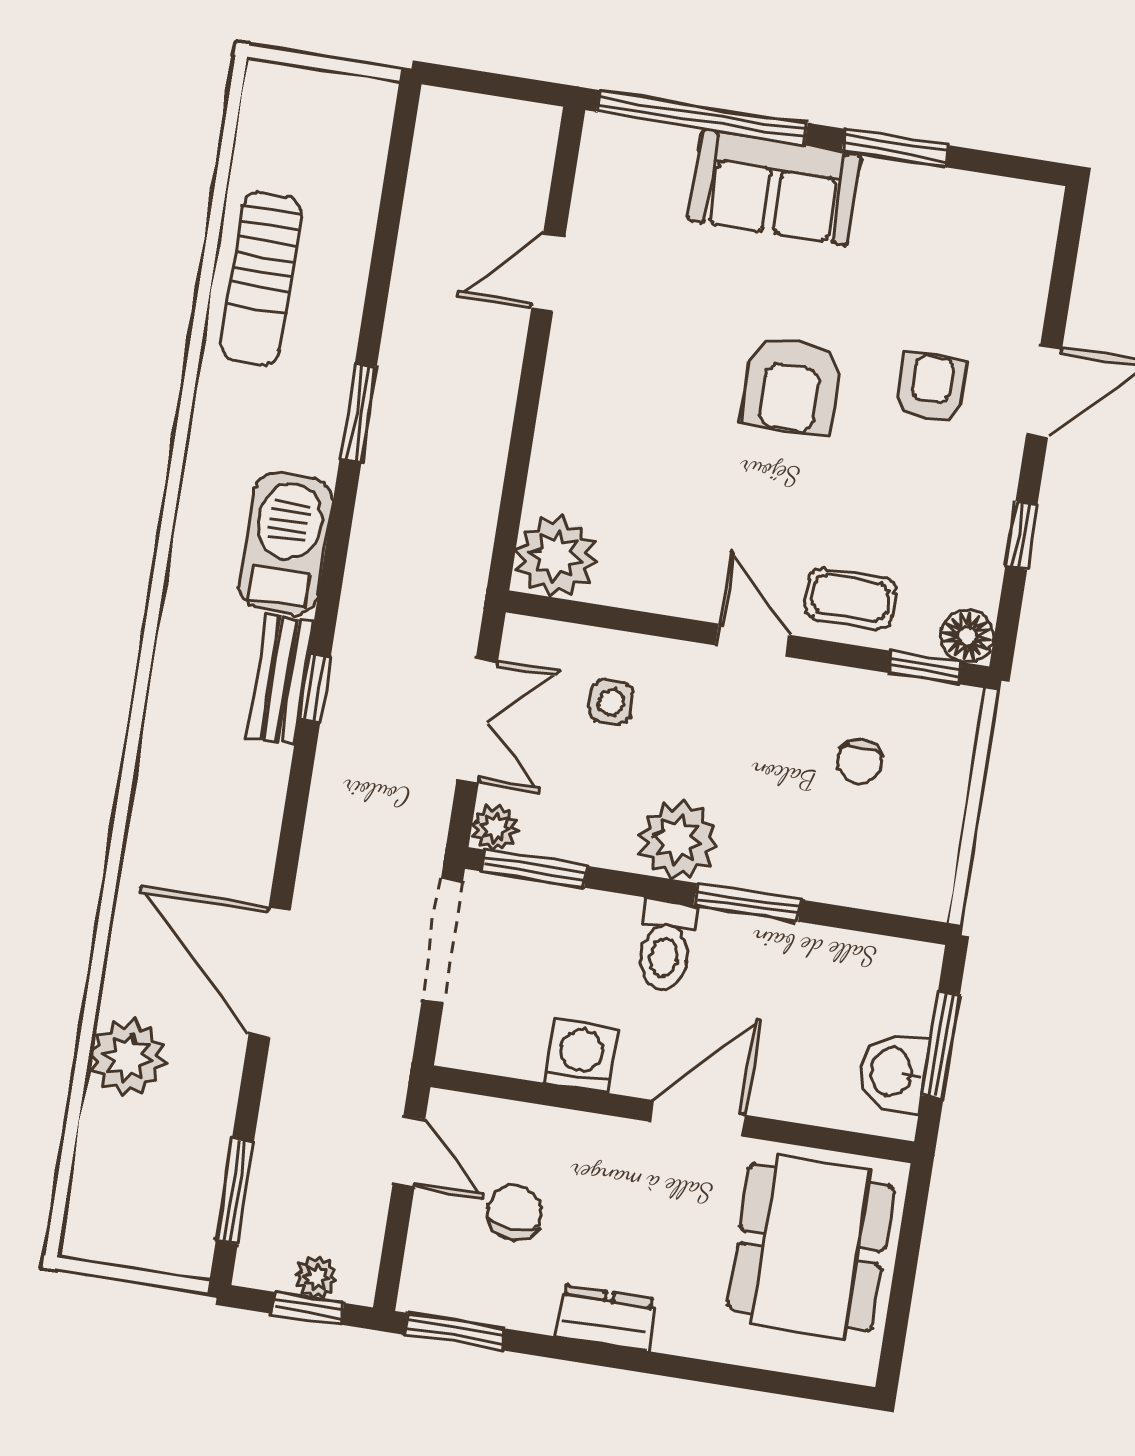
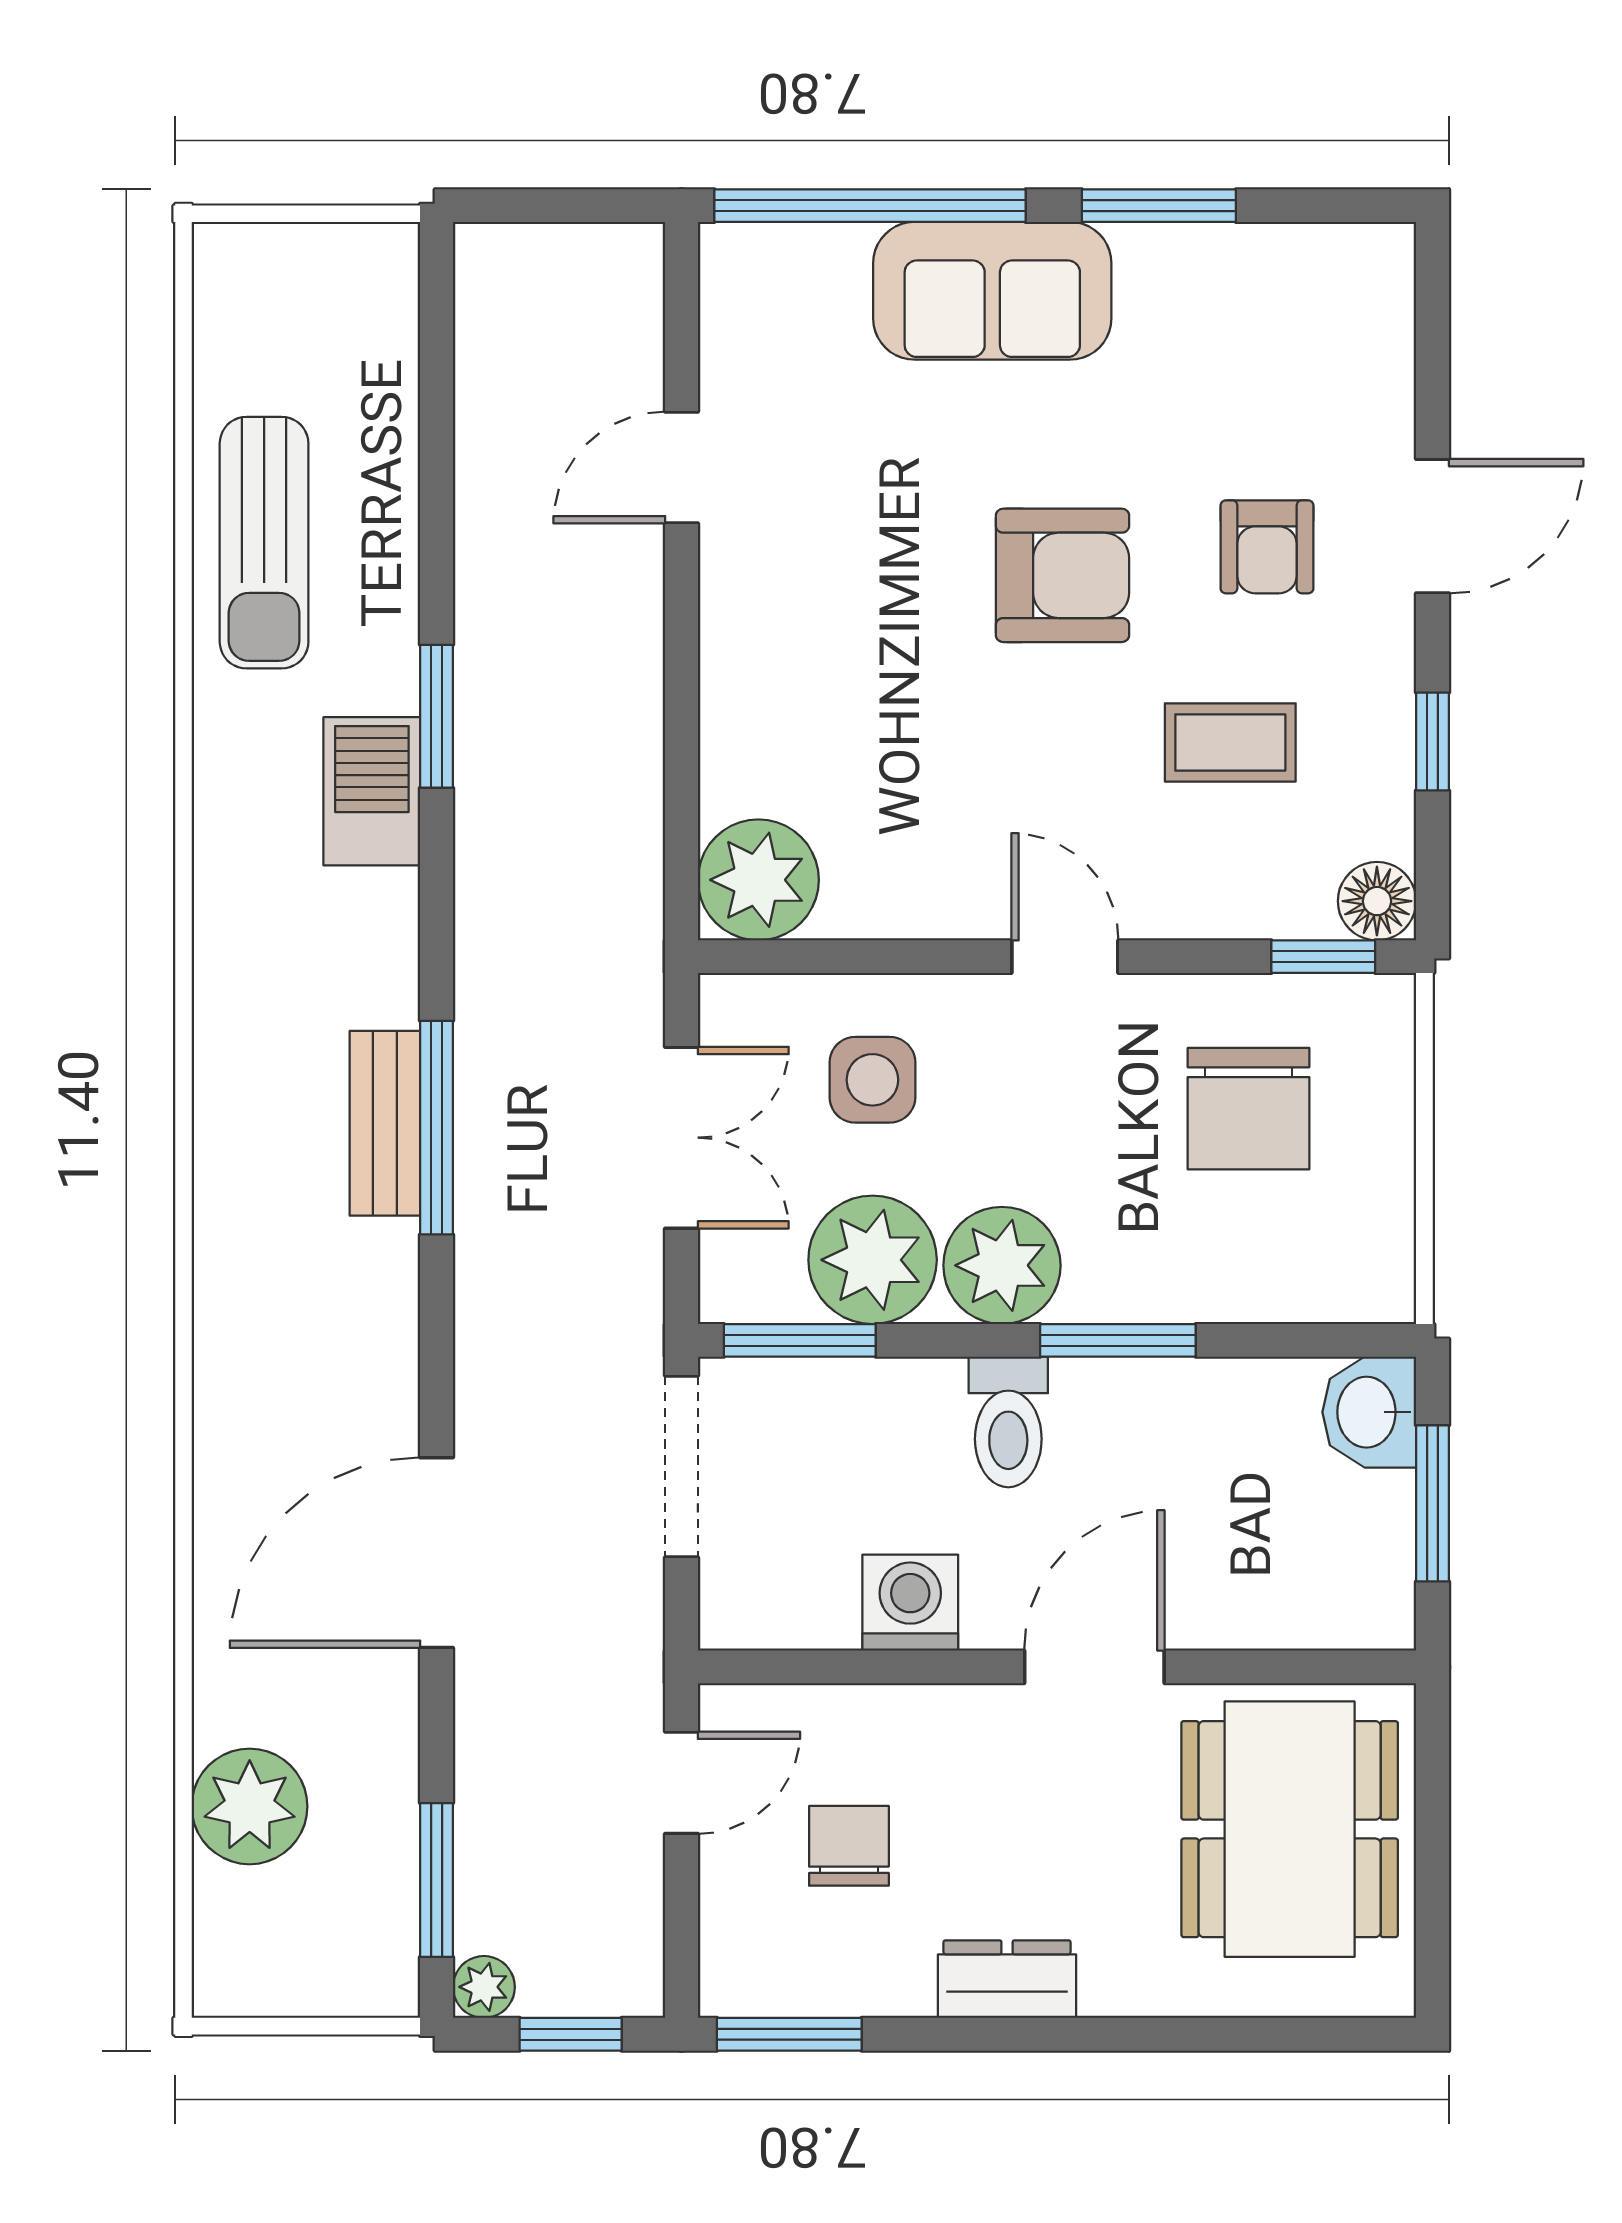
armchair: (792, 385) -> (1062, 575), turned -90
armchair: (931, 388) -> (1267, 547), turned 180
barbecue: (286, 543) -> (372, 791), moved, width x0.73, depth x0.83
coffee table: (850, 598) -> (1230, 742), moved
window: (315, 688) -> (437, 1128), width x2.17
side table: (611, 702) -> (872, 1080), width x1.37, depth x1.37
chair: (859, 761) -> (1248, 1109), width x1.87, depth x1.87
plant: (495, 828) -> (873, 1260), moved, width x1.88, depth x1.88
door: (270, 972) -> (437, 1553), hinge flipped
plant: (128, 1058) -> (250, 1806), moved
washbasin: (893, 1072) -> (1369, 1412), moved
door: (409, 1152) -> (681, 1783), hinge flipped
plant: (316, 1277) -> (484, 1987), moved

